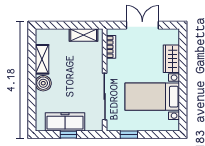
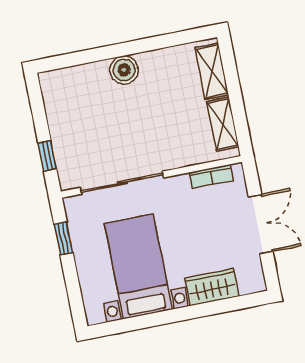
shelving: (42, 59) -> (212, 71), moved, turned 90
freezer: (65, 122) -> (64, 122), removed
window: (68, 135) -> (47, 156), moved

